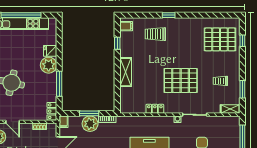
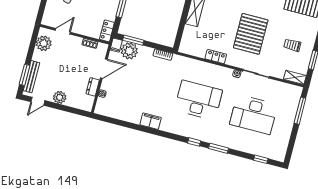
pallet: (181, 80) -> (251, 34), turned 90
window: (89, 113) -> (133, 40), moved
door: (13, 122) -> (63, 31), swing flipped
plant: (90, 124) -> (129, 51), moved

